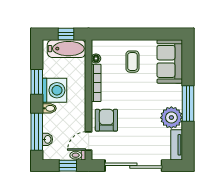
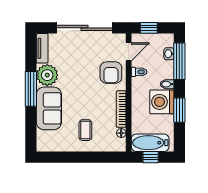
sofa: (170, 61) -> (49, 108), moved
toilet: (78, 155) -> (139, 72), moved

